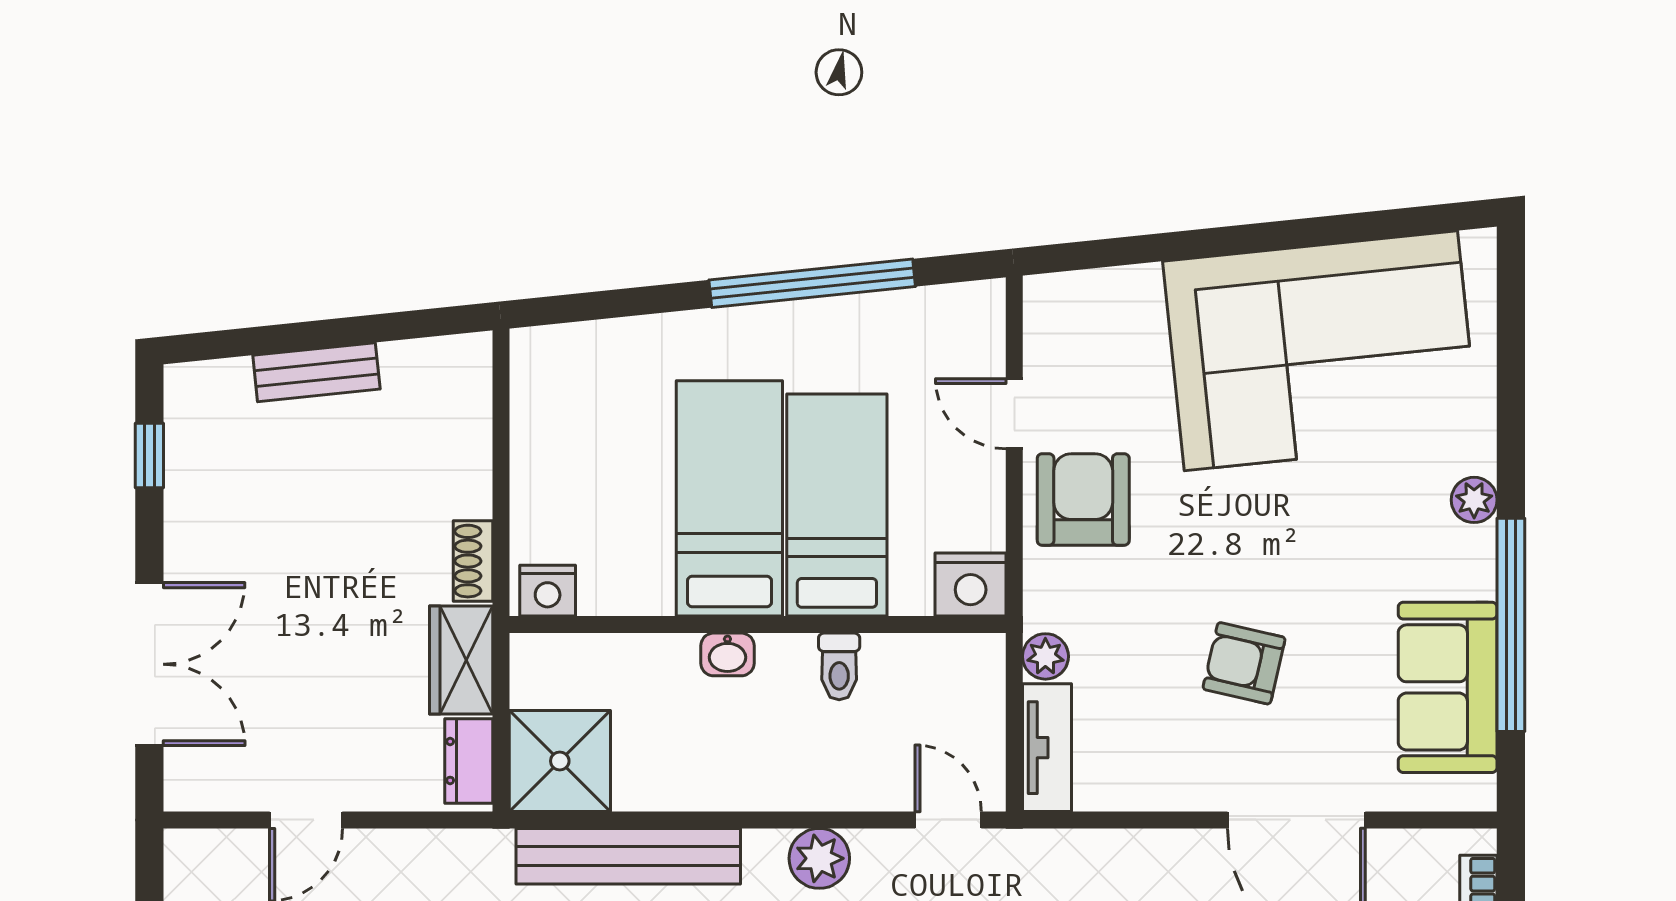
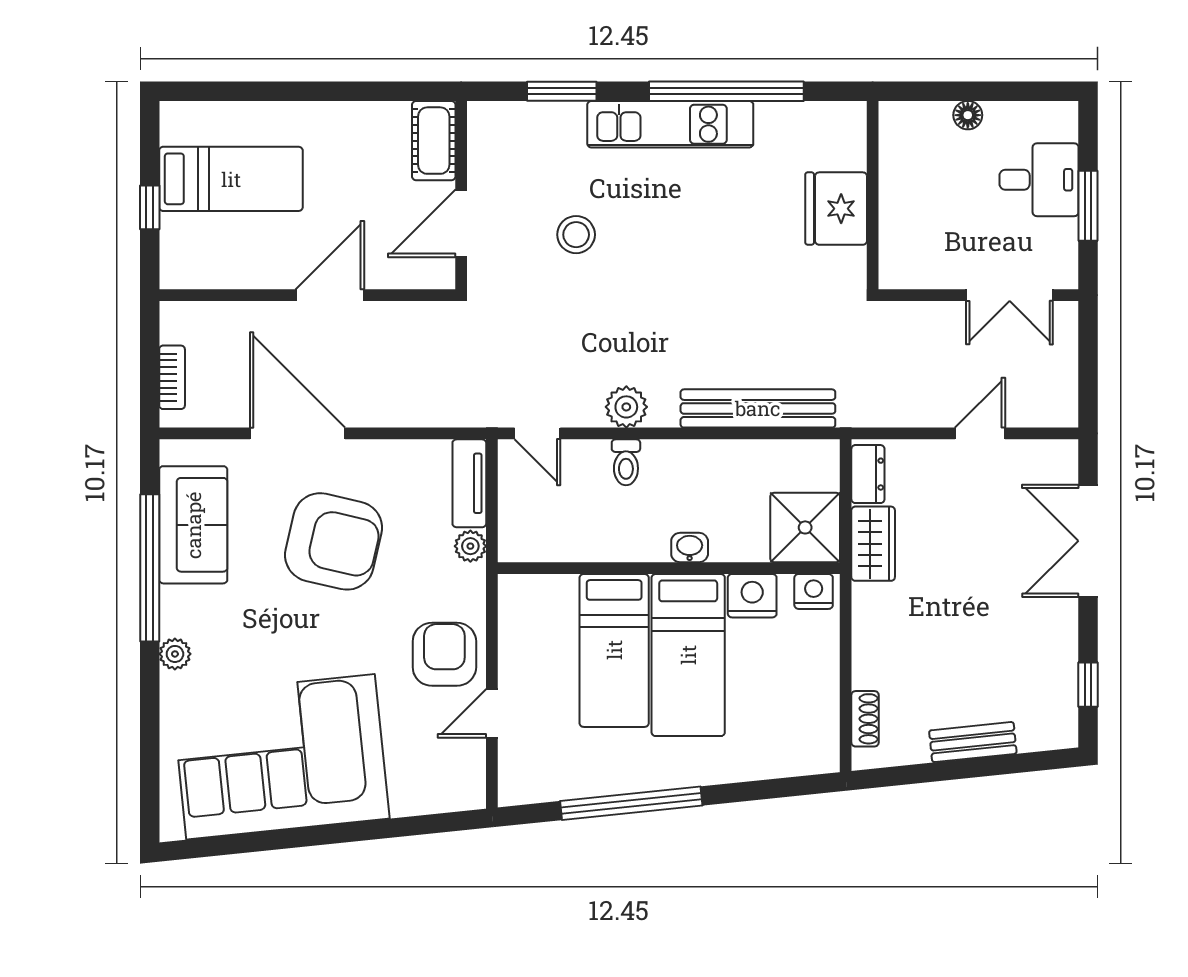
door: (1014, 414) -> (492, 713), swing flipped
armchair: (1083, 499) -> (444, 654), turned 180
shoe rack: (473, 561) -> (865, 719), moved
nightstand: (971, 585) -> (752, 596), moved
armchair: (1244, 663) -> (334, 541), width x1.88, depth x1.88
toilet: (839, 666) -> (626, 462), moved, turned 180
shower: (560, 761) -> (805, 527), moved

